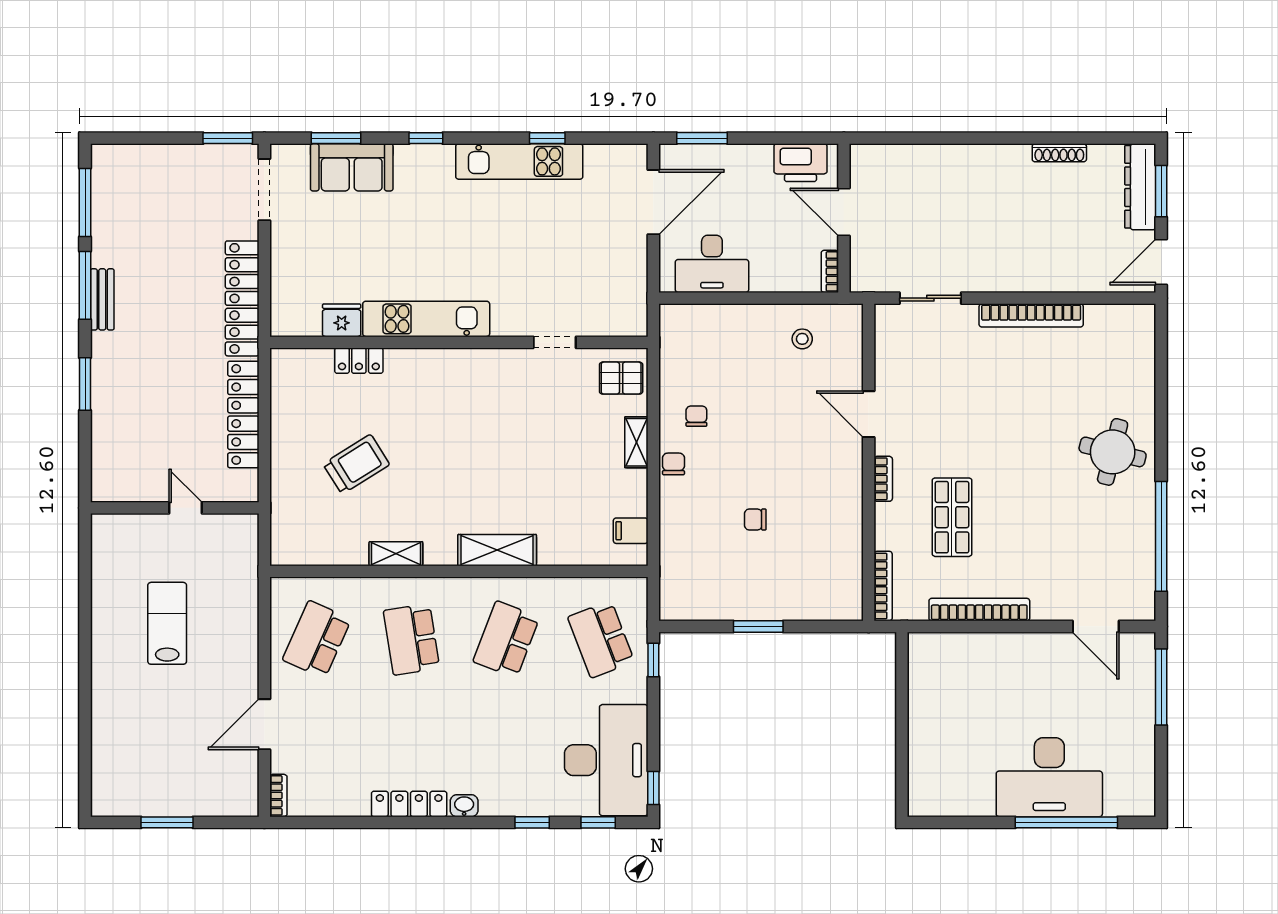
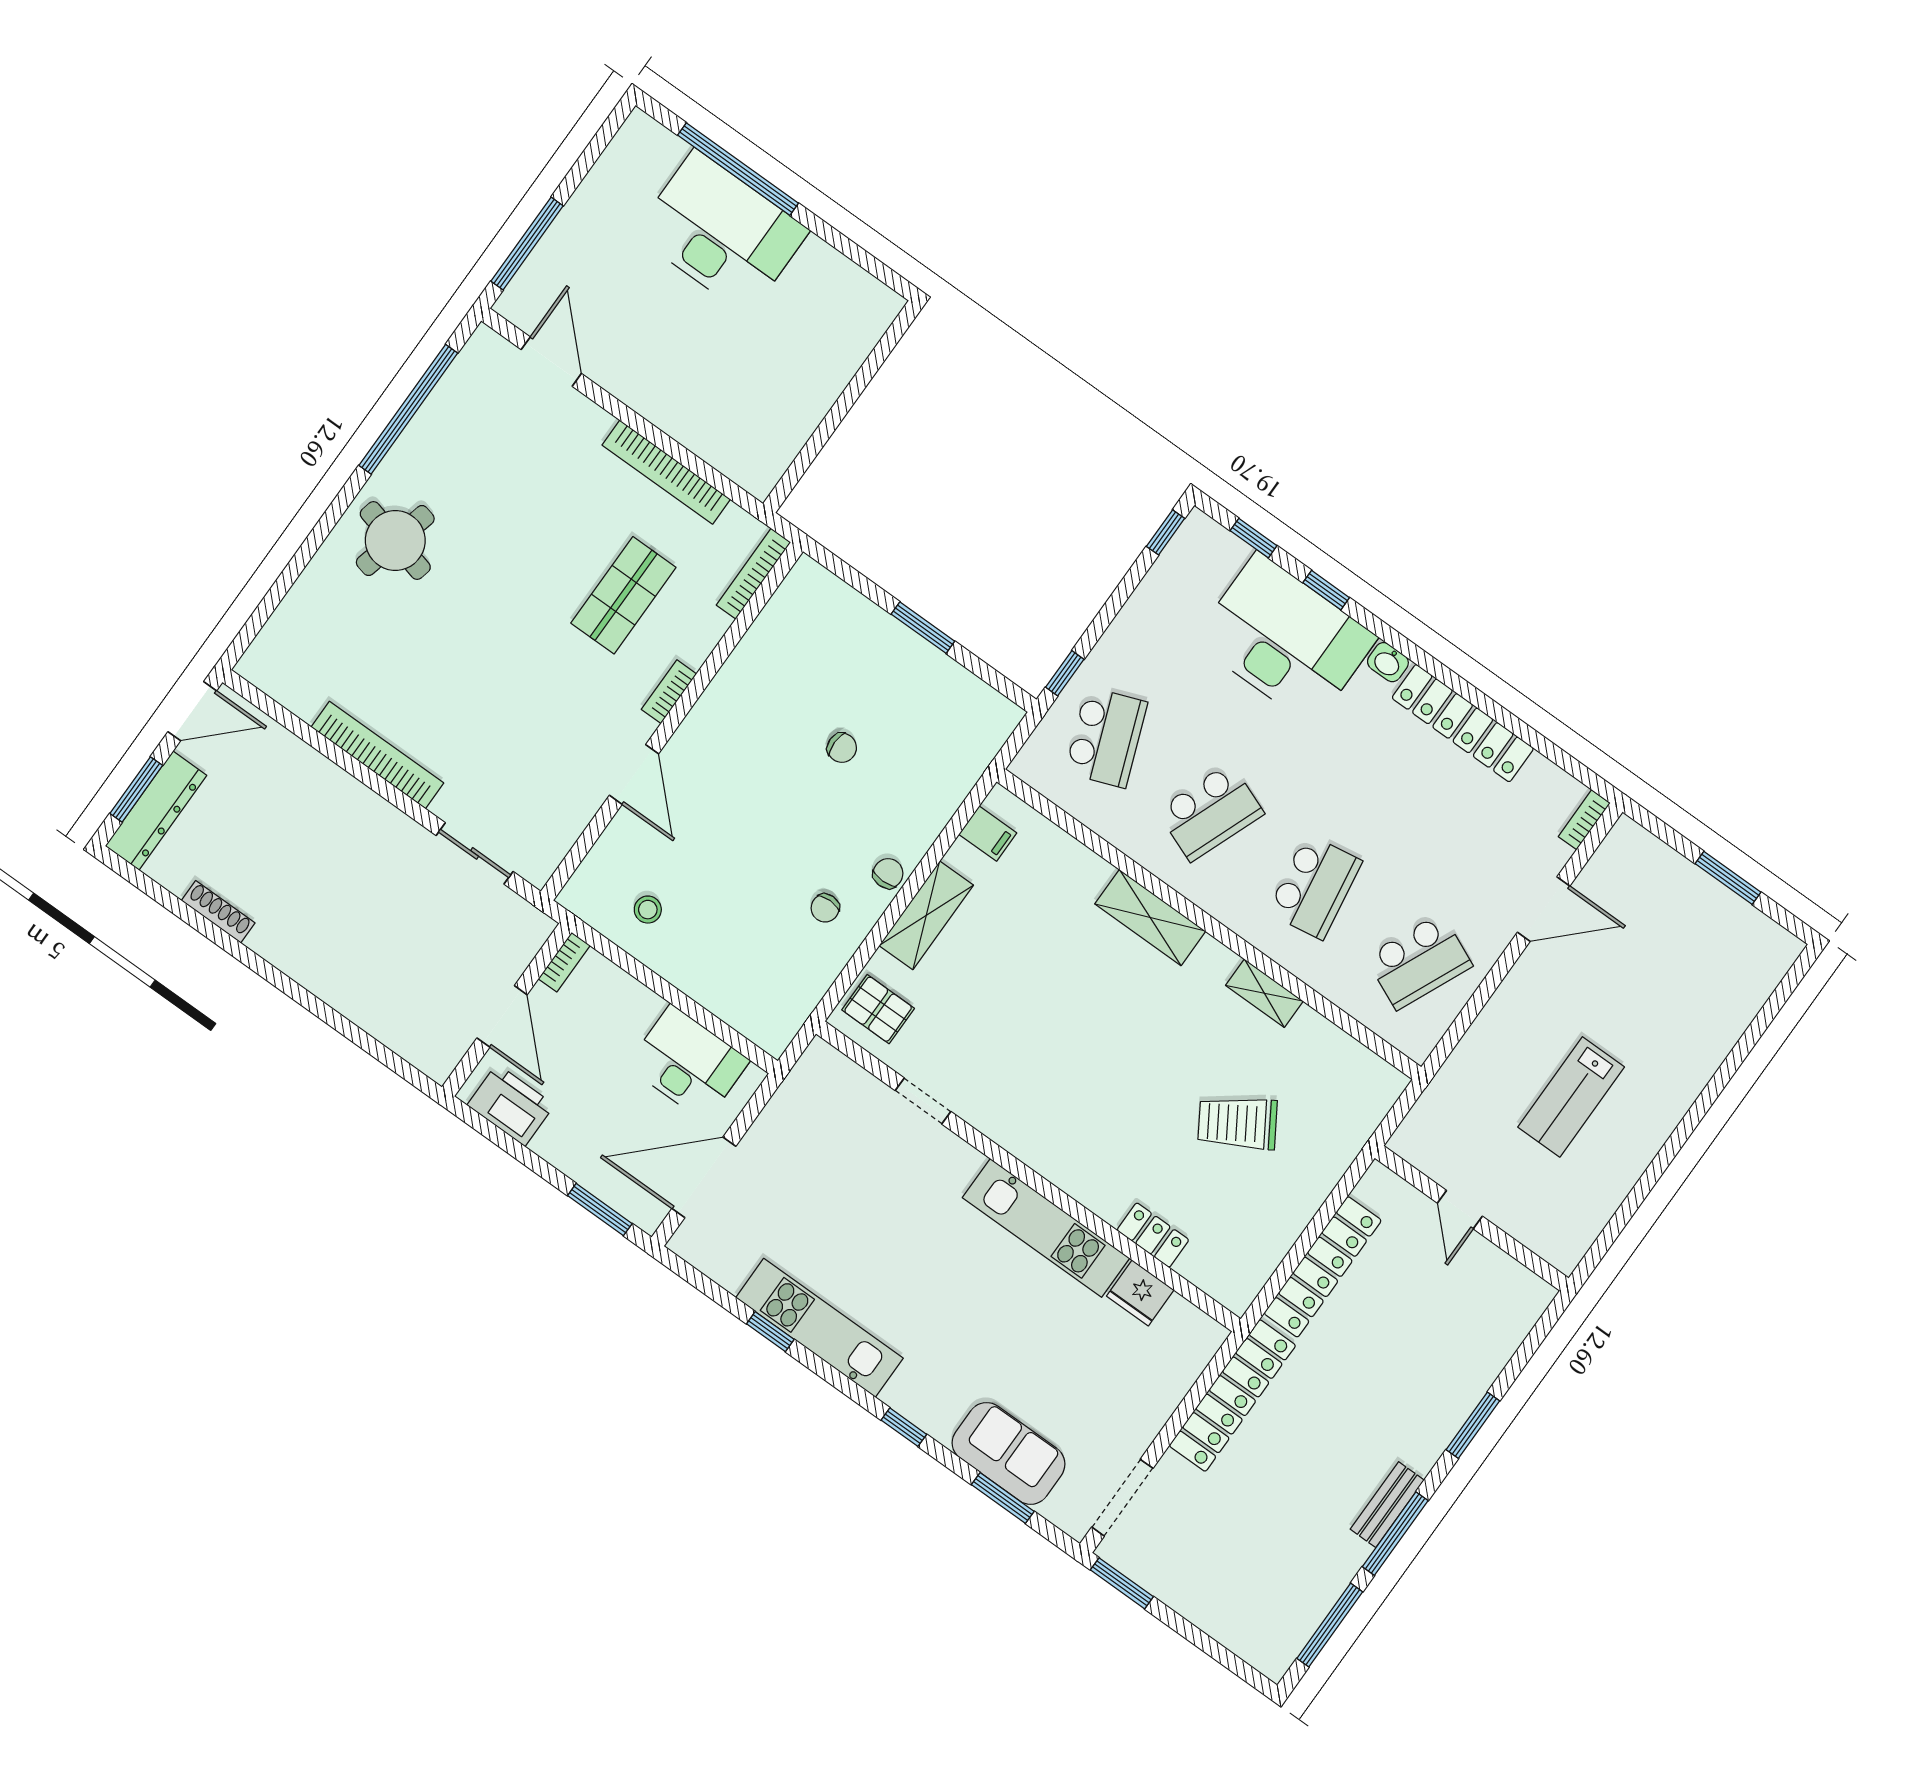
shelving: (636, 442) -> (926, 915), width x1.50, depth x1.33
chair: (673, 464) -> (888, 873), turned 180
desk: (606, 760) -> (1285, 639), moved, turned 90
locker: (409, 804) -> (1463, 723), width x1.41, depth x1.21

